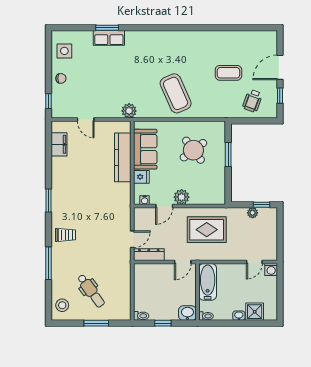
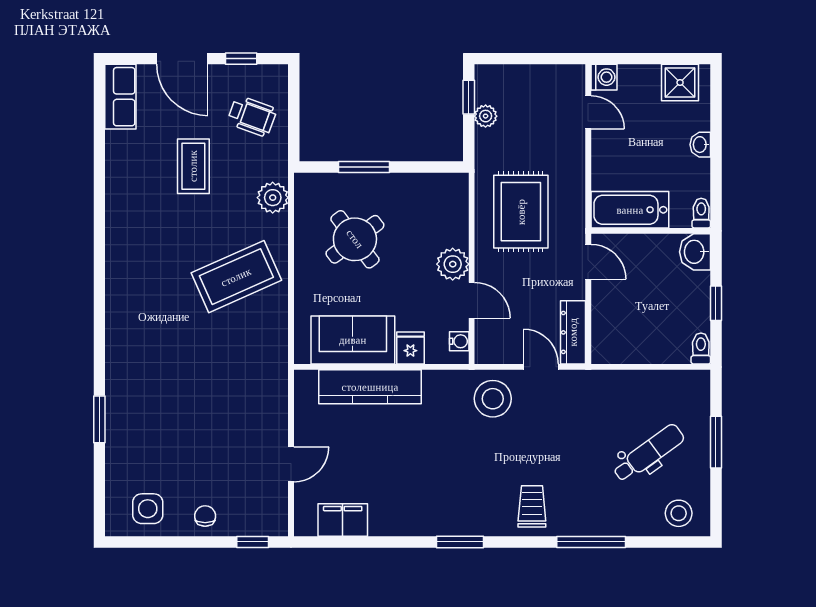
row of seats: (109, 38) -> (120, 97), moved
plant: (129, 111) -> (273, 198), moved
stool: (117, 216) -> (493, 399), added
shower: (255, 312) -> (680, 83), moved

